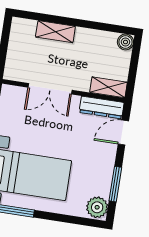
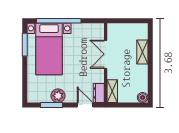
dresser: (102, 107) -> (99, 93), width x0.70
plant: (97, 207) -> (58, 96), moved

